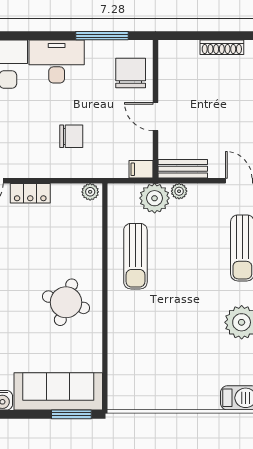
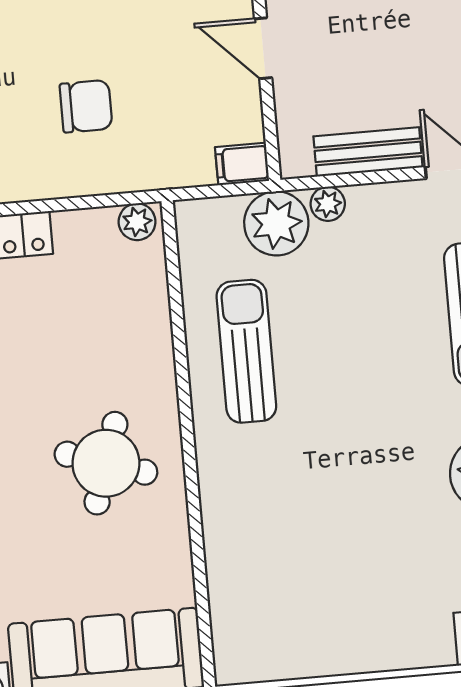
bench: (183, 169) -> (368, 152), moved
sun lounger: (135, 256) -> (246, 351), turned 180

